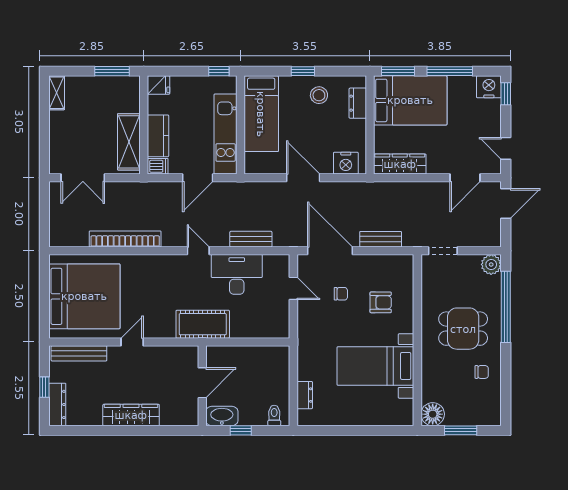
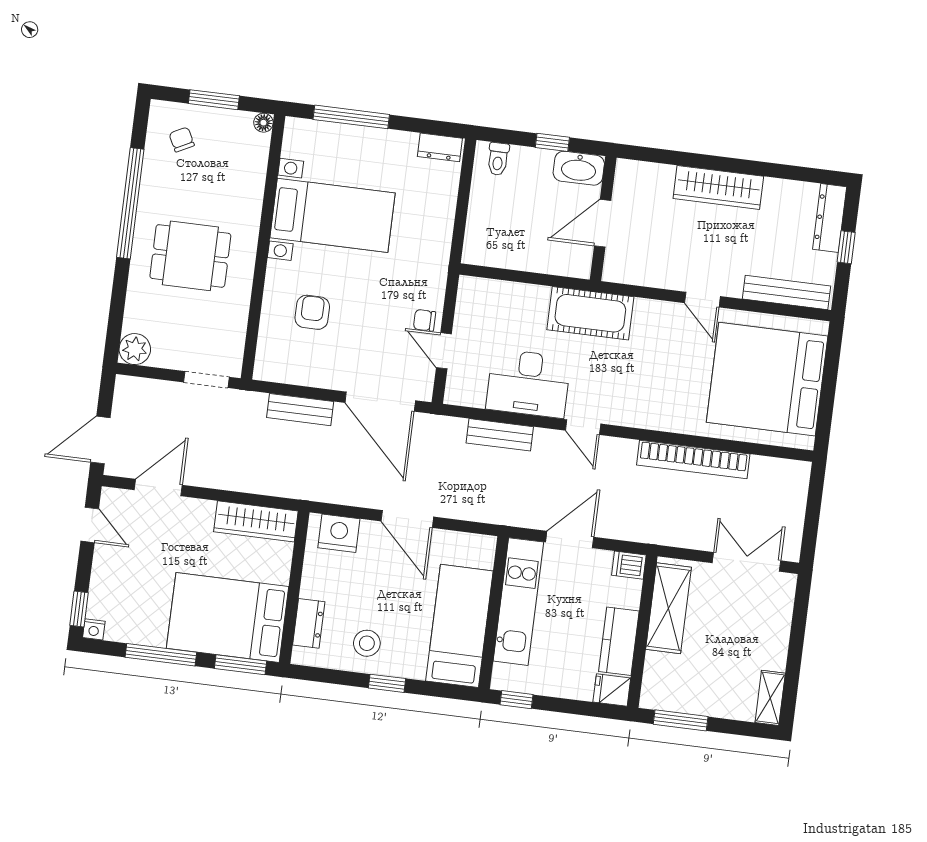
nightstand: (489, 87) -> (94, 629), width x0.53, depth x0.56
kitchen counter: (158, 136) -> (619, 641), moved
chair: (341, 294) -> (425, 320), moved
armchair: (381, 302) -> (312, 312), turned 90
window: (506, 307) -> (130, 203), moved
door: (132, 342) -> (702, 300), hinge flipped
chair: (482, 372) -> (182, 140), moved, turned 63
dresser: (305, 395) -> (440, 147), moved, turned -90
floor lamp: (433, 414) -> (263, 123), width x0.53, depth x0.53
window: (371, 430) -> (351, 117), added

